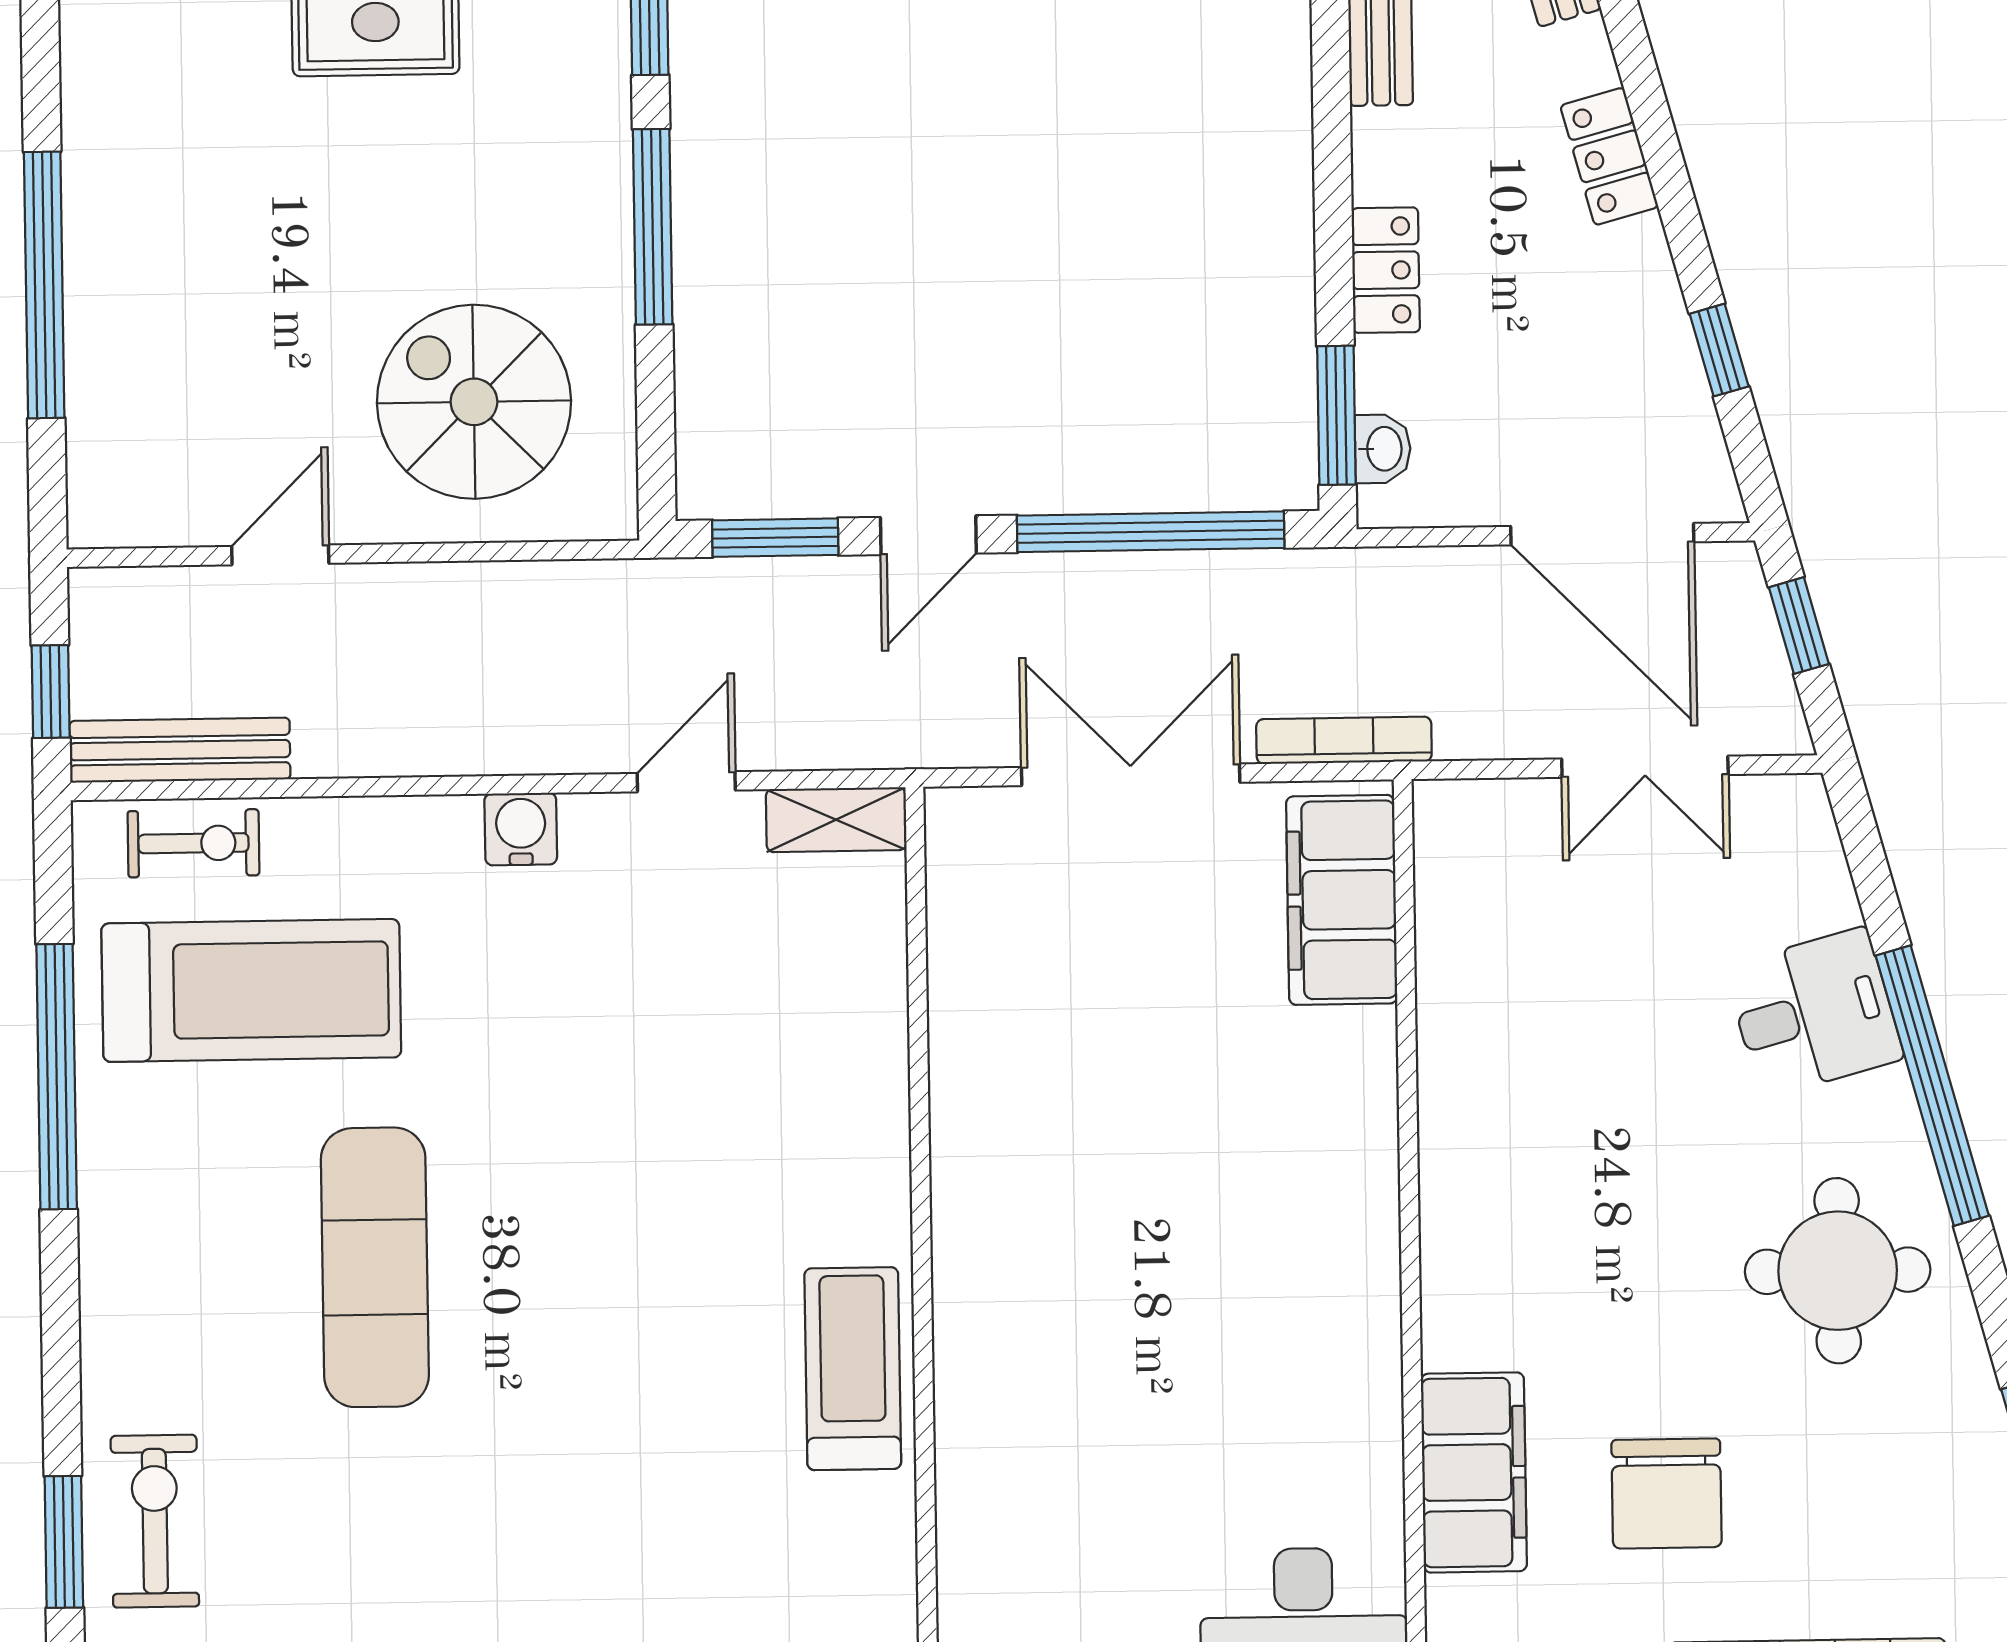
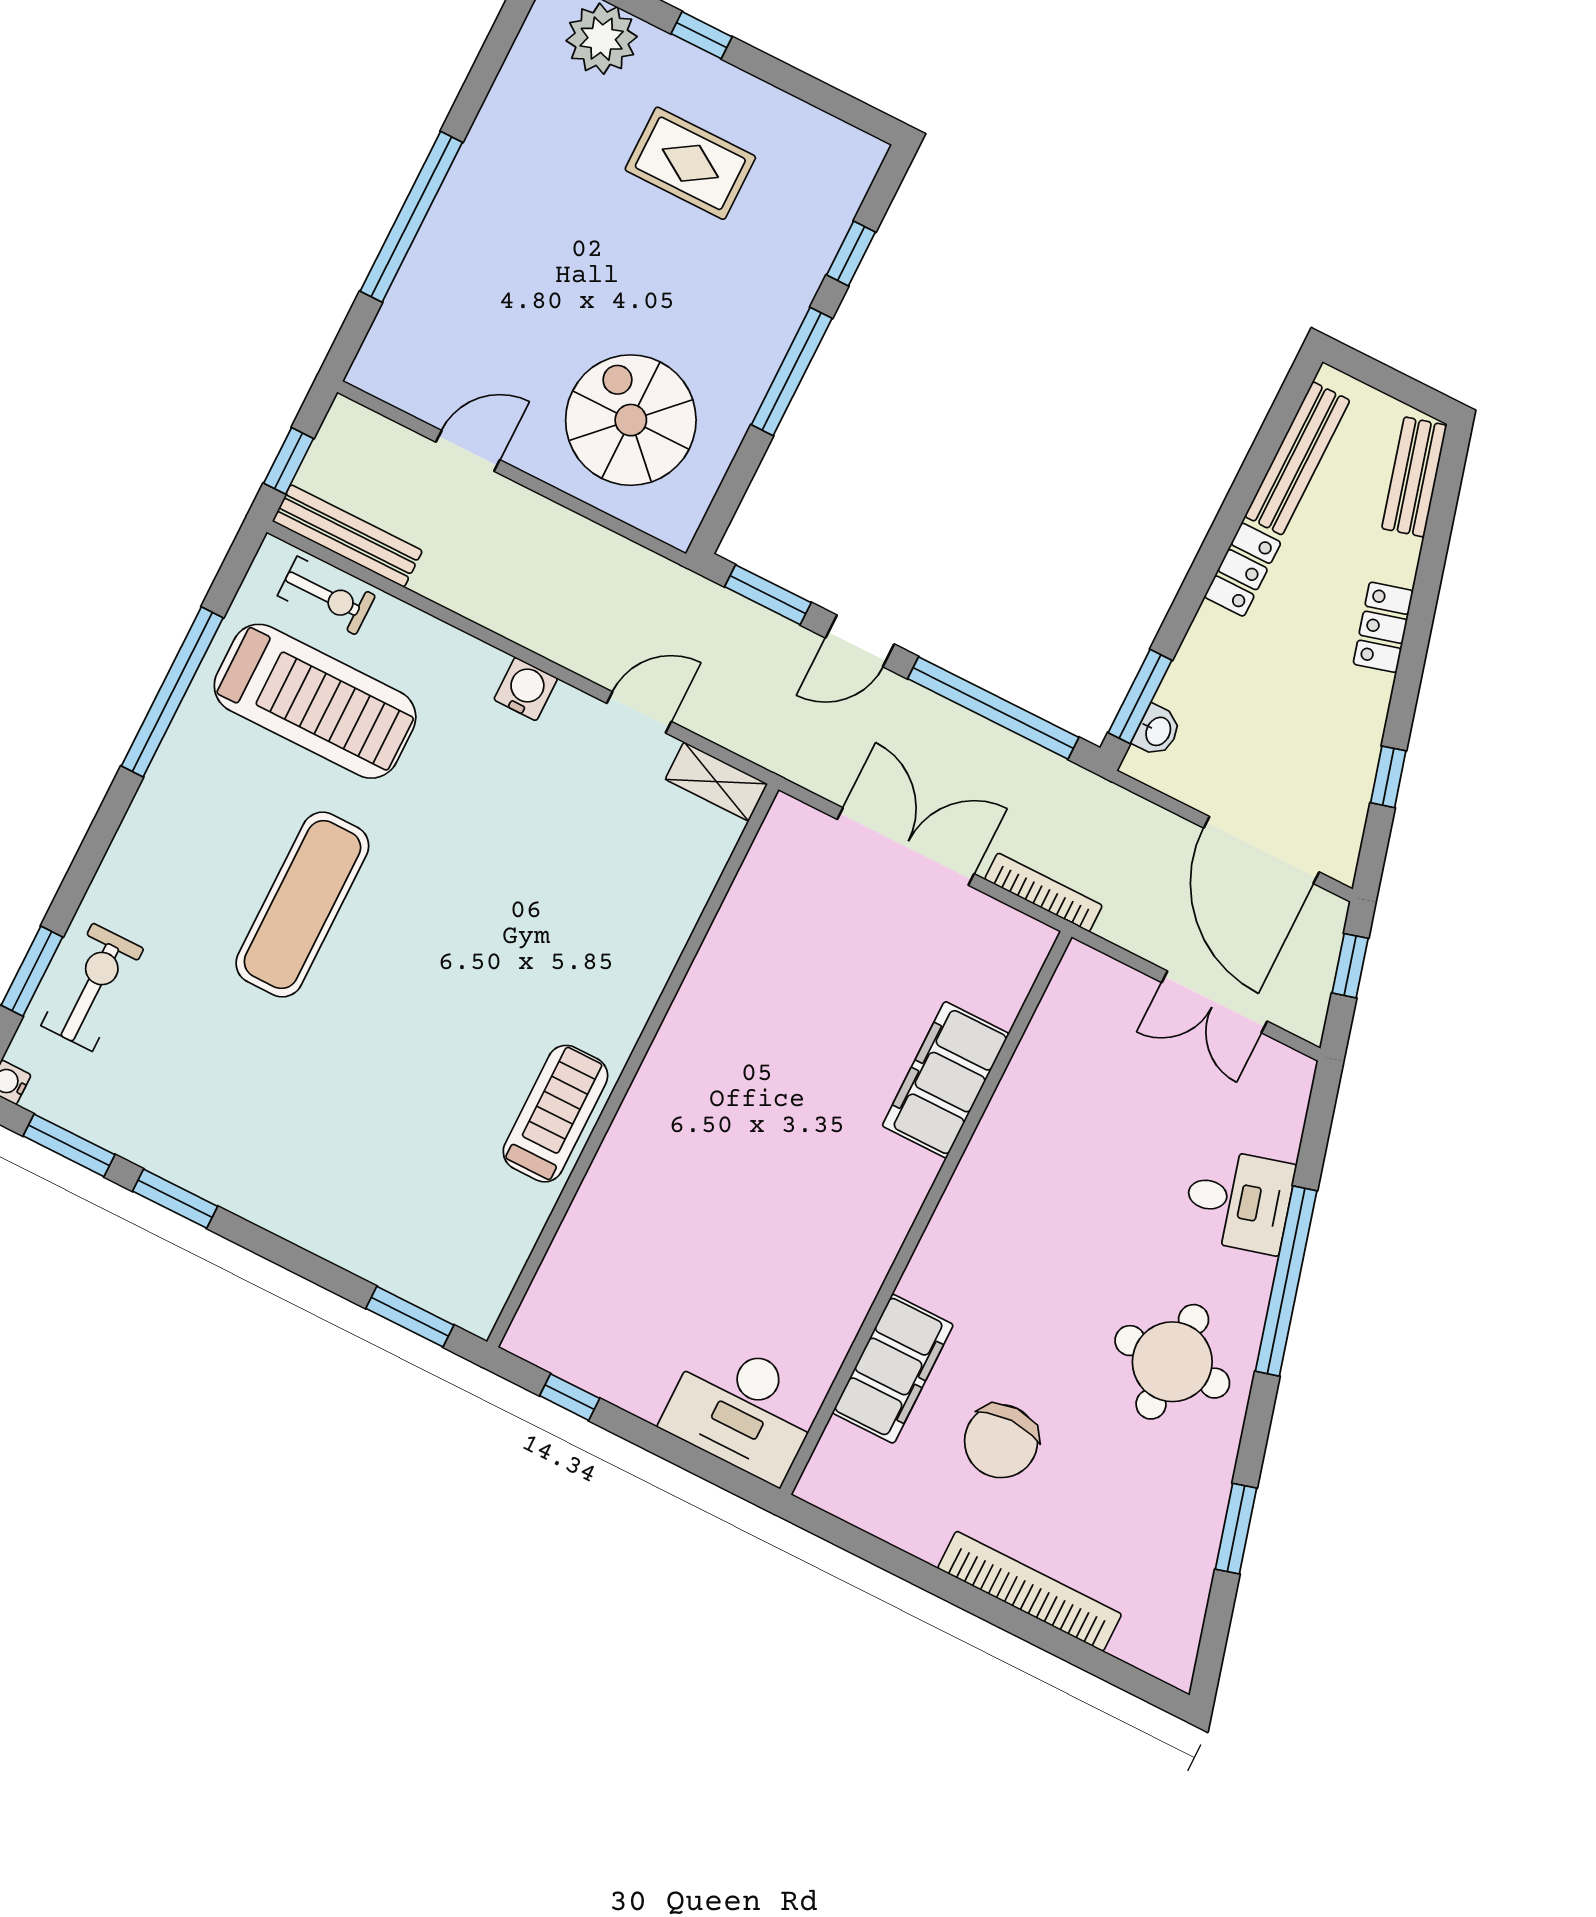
locker: (1386, 270) -> (1243, 570), moved
filing cabinet: (1342, 900) -> (946, 1080), moved

